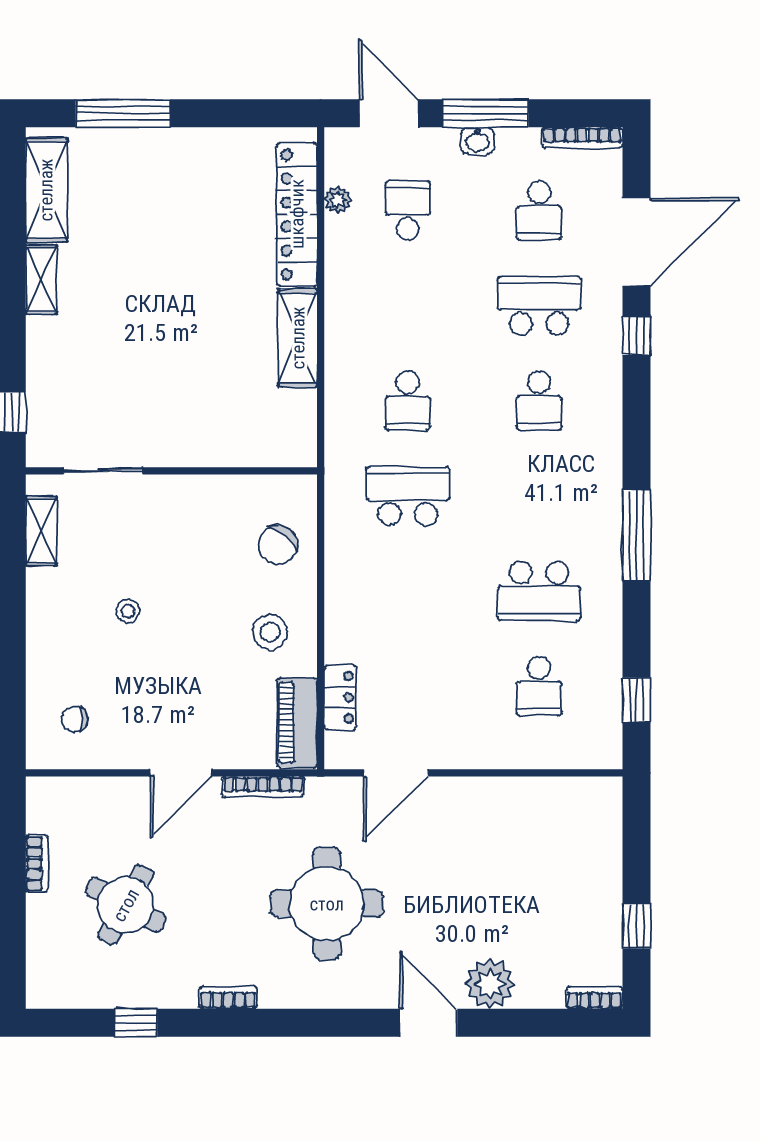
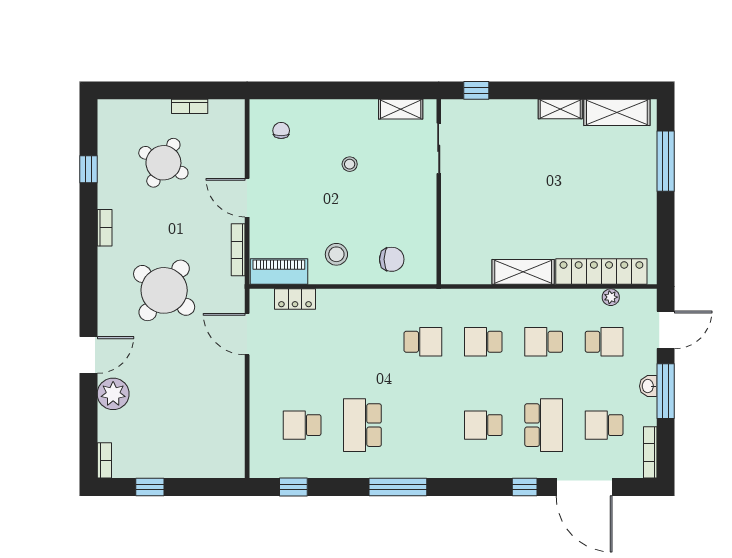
school desk: (408, 306) -> (544, 342), added
school desk: (408, 496) -> (423, 342), width x0.54
chair: (278, 545) -> (392, 259), turned 141
round table: (327, 904) -> (164, 290), turned 37

